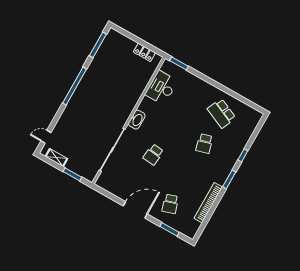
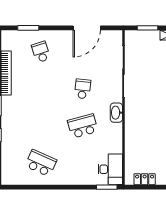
desk: (161, 88) -> (110, 169), moved
school desk: (204, 144) -> (83, 126), moved, width x1.85
door: (135, 210) -> (87, 28), moved

